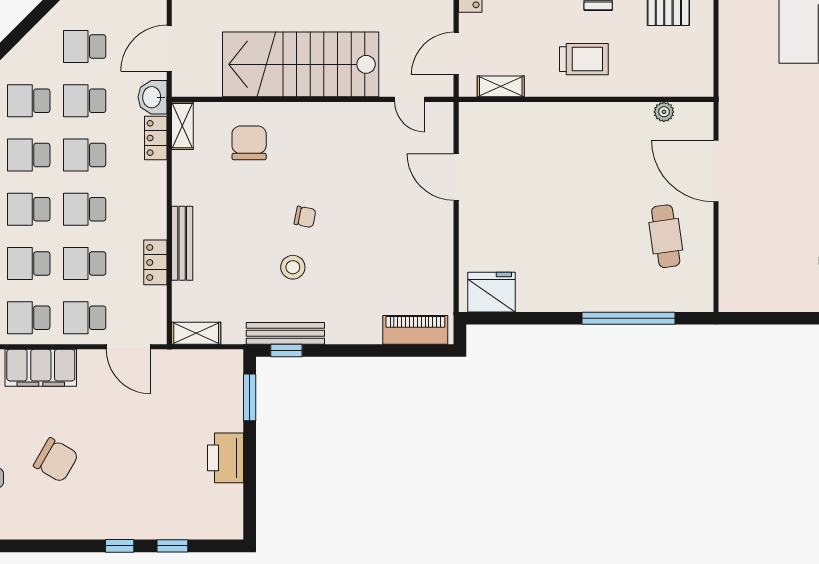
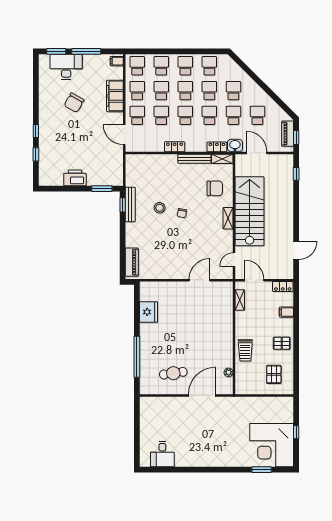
trolley: (584, 59) -> (245, 350), moved
bench: (182, 243) -> (194, 159), moved
locker: (155, 262) -> (175, 147), moved
fridge: (492, 292) -> (148, 312), moved
shelving: (196, 333) -> (228, 218), moved
door: (128, 347) -> (124, 135), hinge flipped

